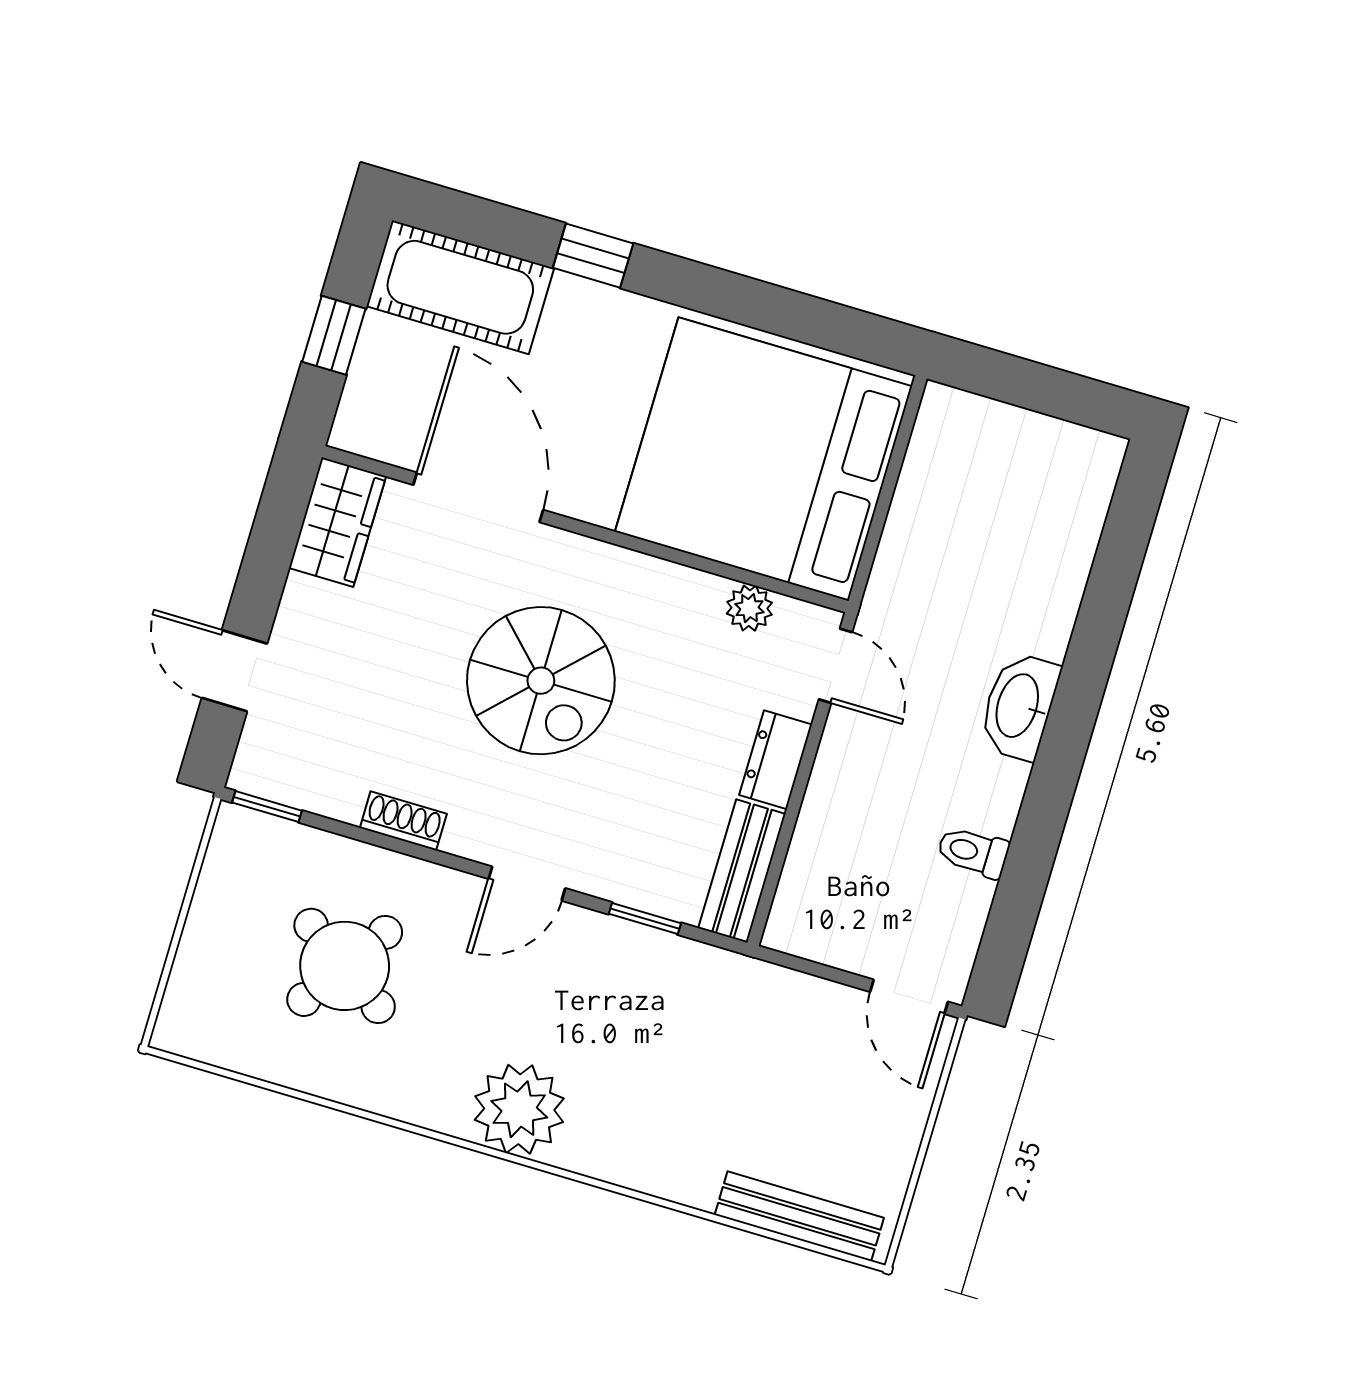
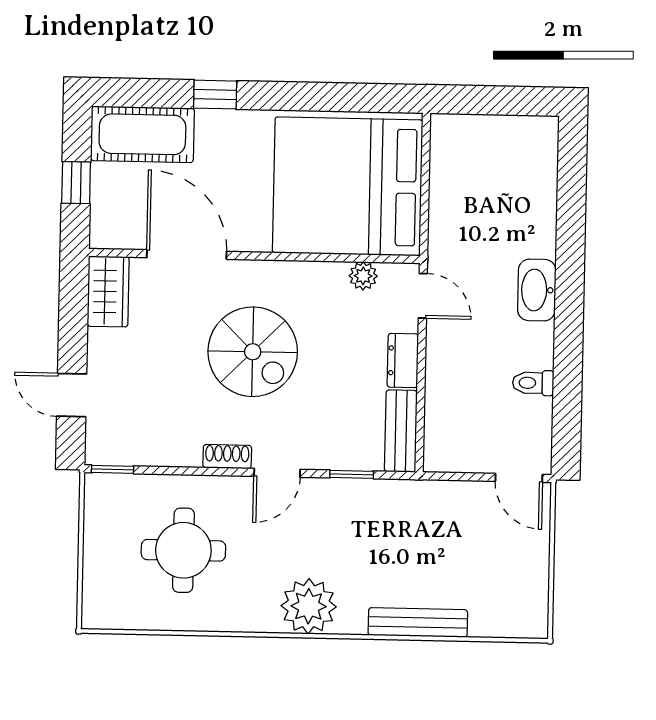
shoe rack: (403, 821) -> (227, 457), moved
round table: (345, 966) -> (183, 550), turned -34
bench: (799, 1216) -> (418, 622), moved

